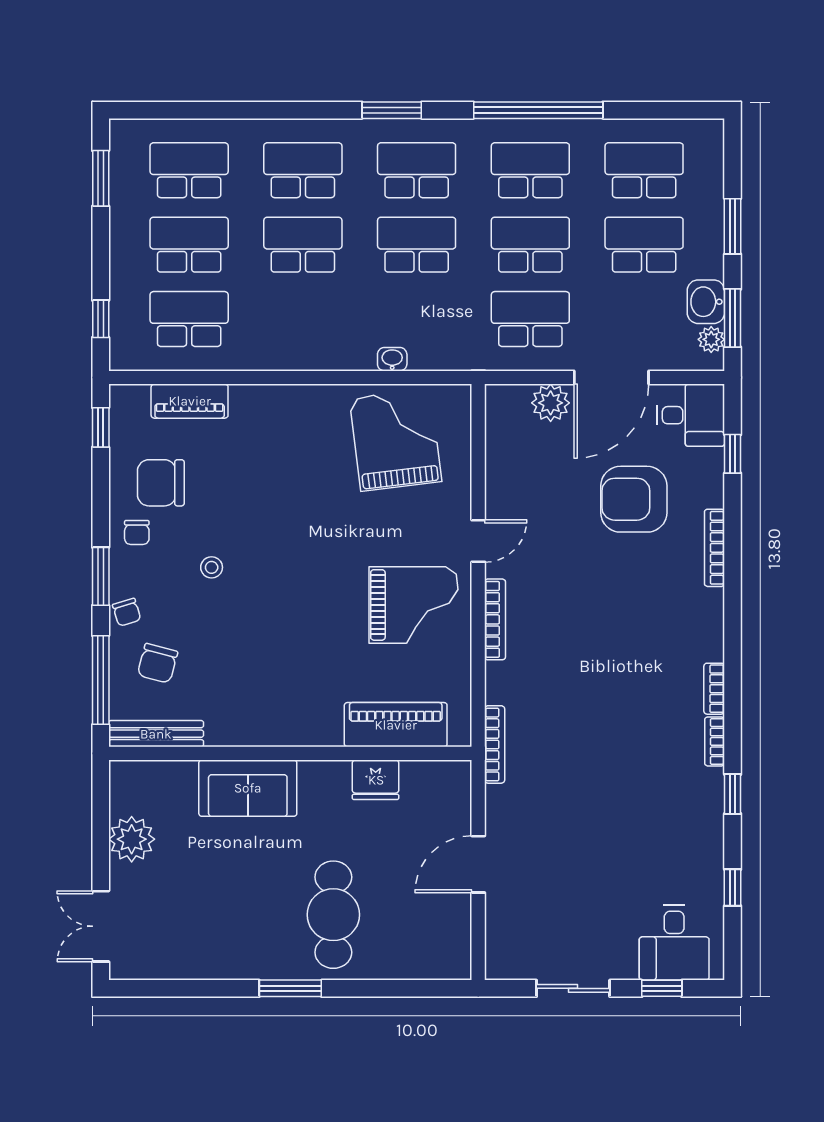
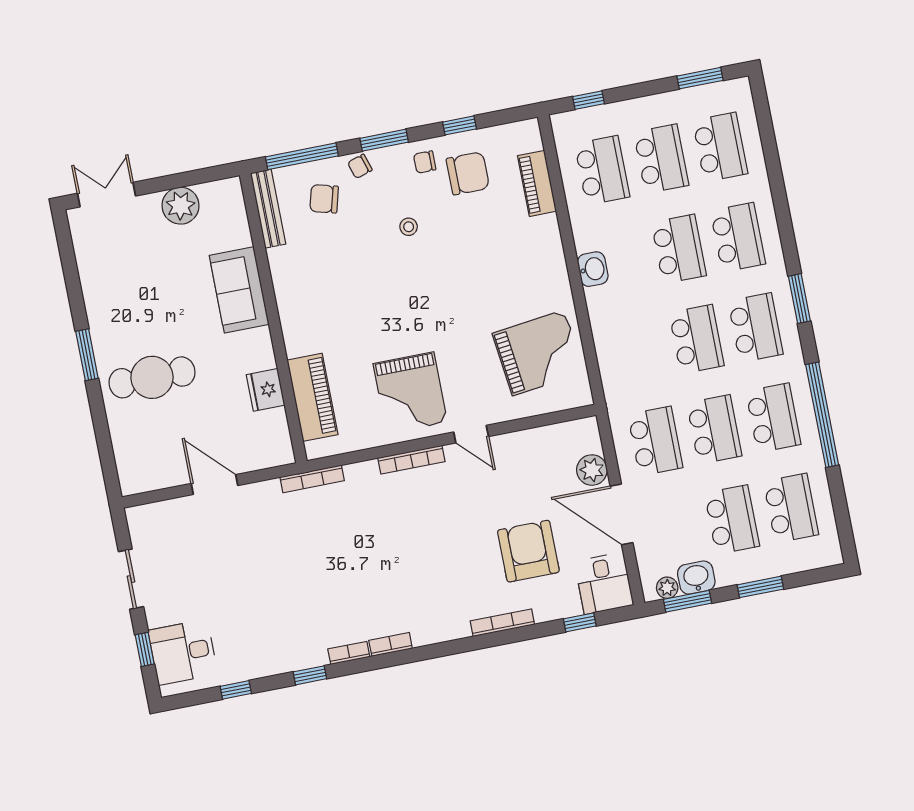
washbasin: (392, 359) -> (593, 269), moved, width x1.38, depth x1.45
window: (101, 427) -> (460, 125), moved
chair: (161, 483) -> (468, 173), turned 90

